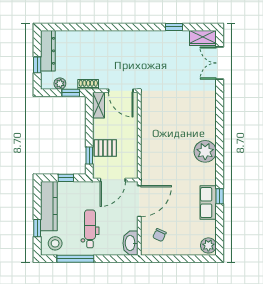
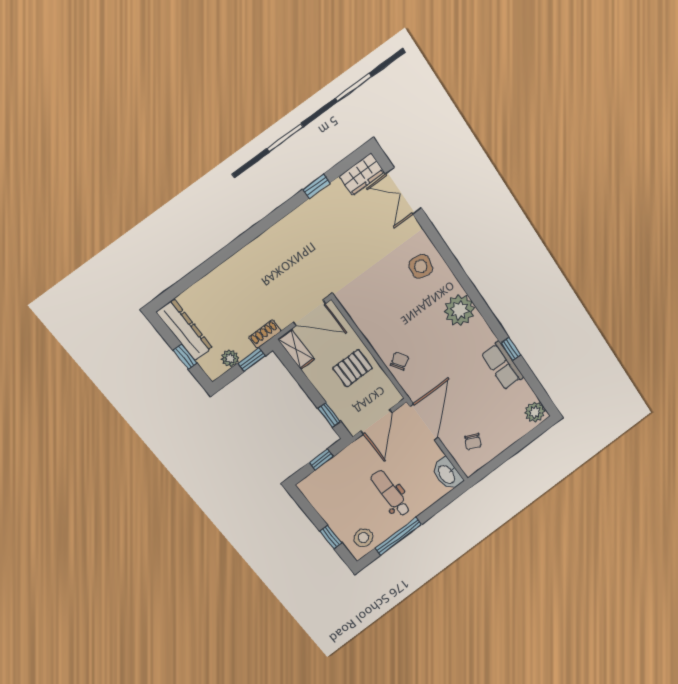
side table: (200, 111) -> (421, 266), added
pallet: (105, 148) -> (352, 368), moved
chair: (151, 155) -> (400, 361), added
kitchen counter: (49, 206) -> (326, 504), removed

